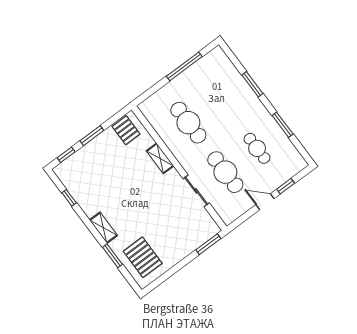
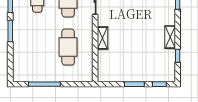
window: (252, 84) -> (10, 31), moved
pallet: (126, 130) -> (111, 71), removed
shelving: (103, 228) -> (170, 37), moved

